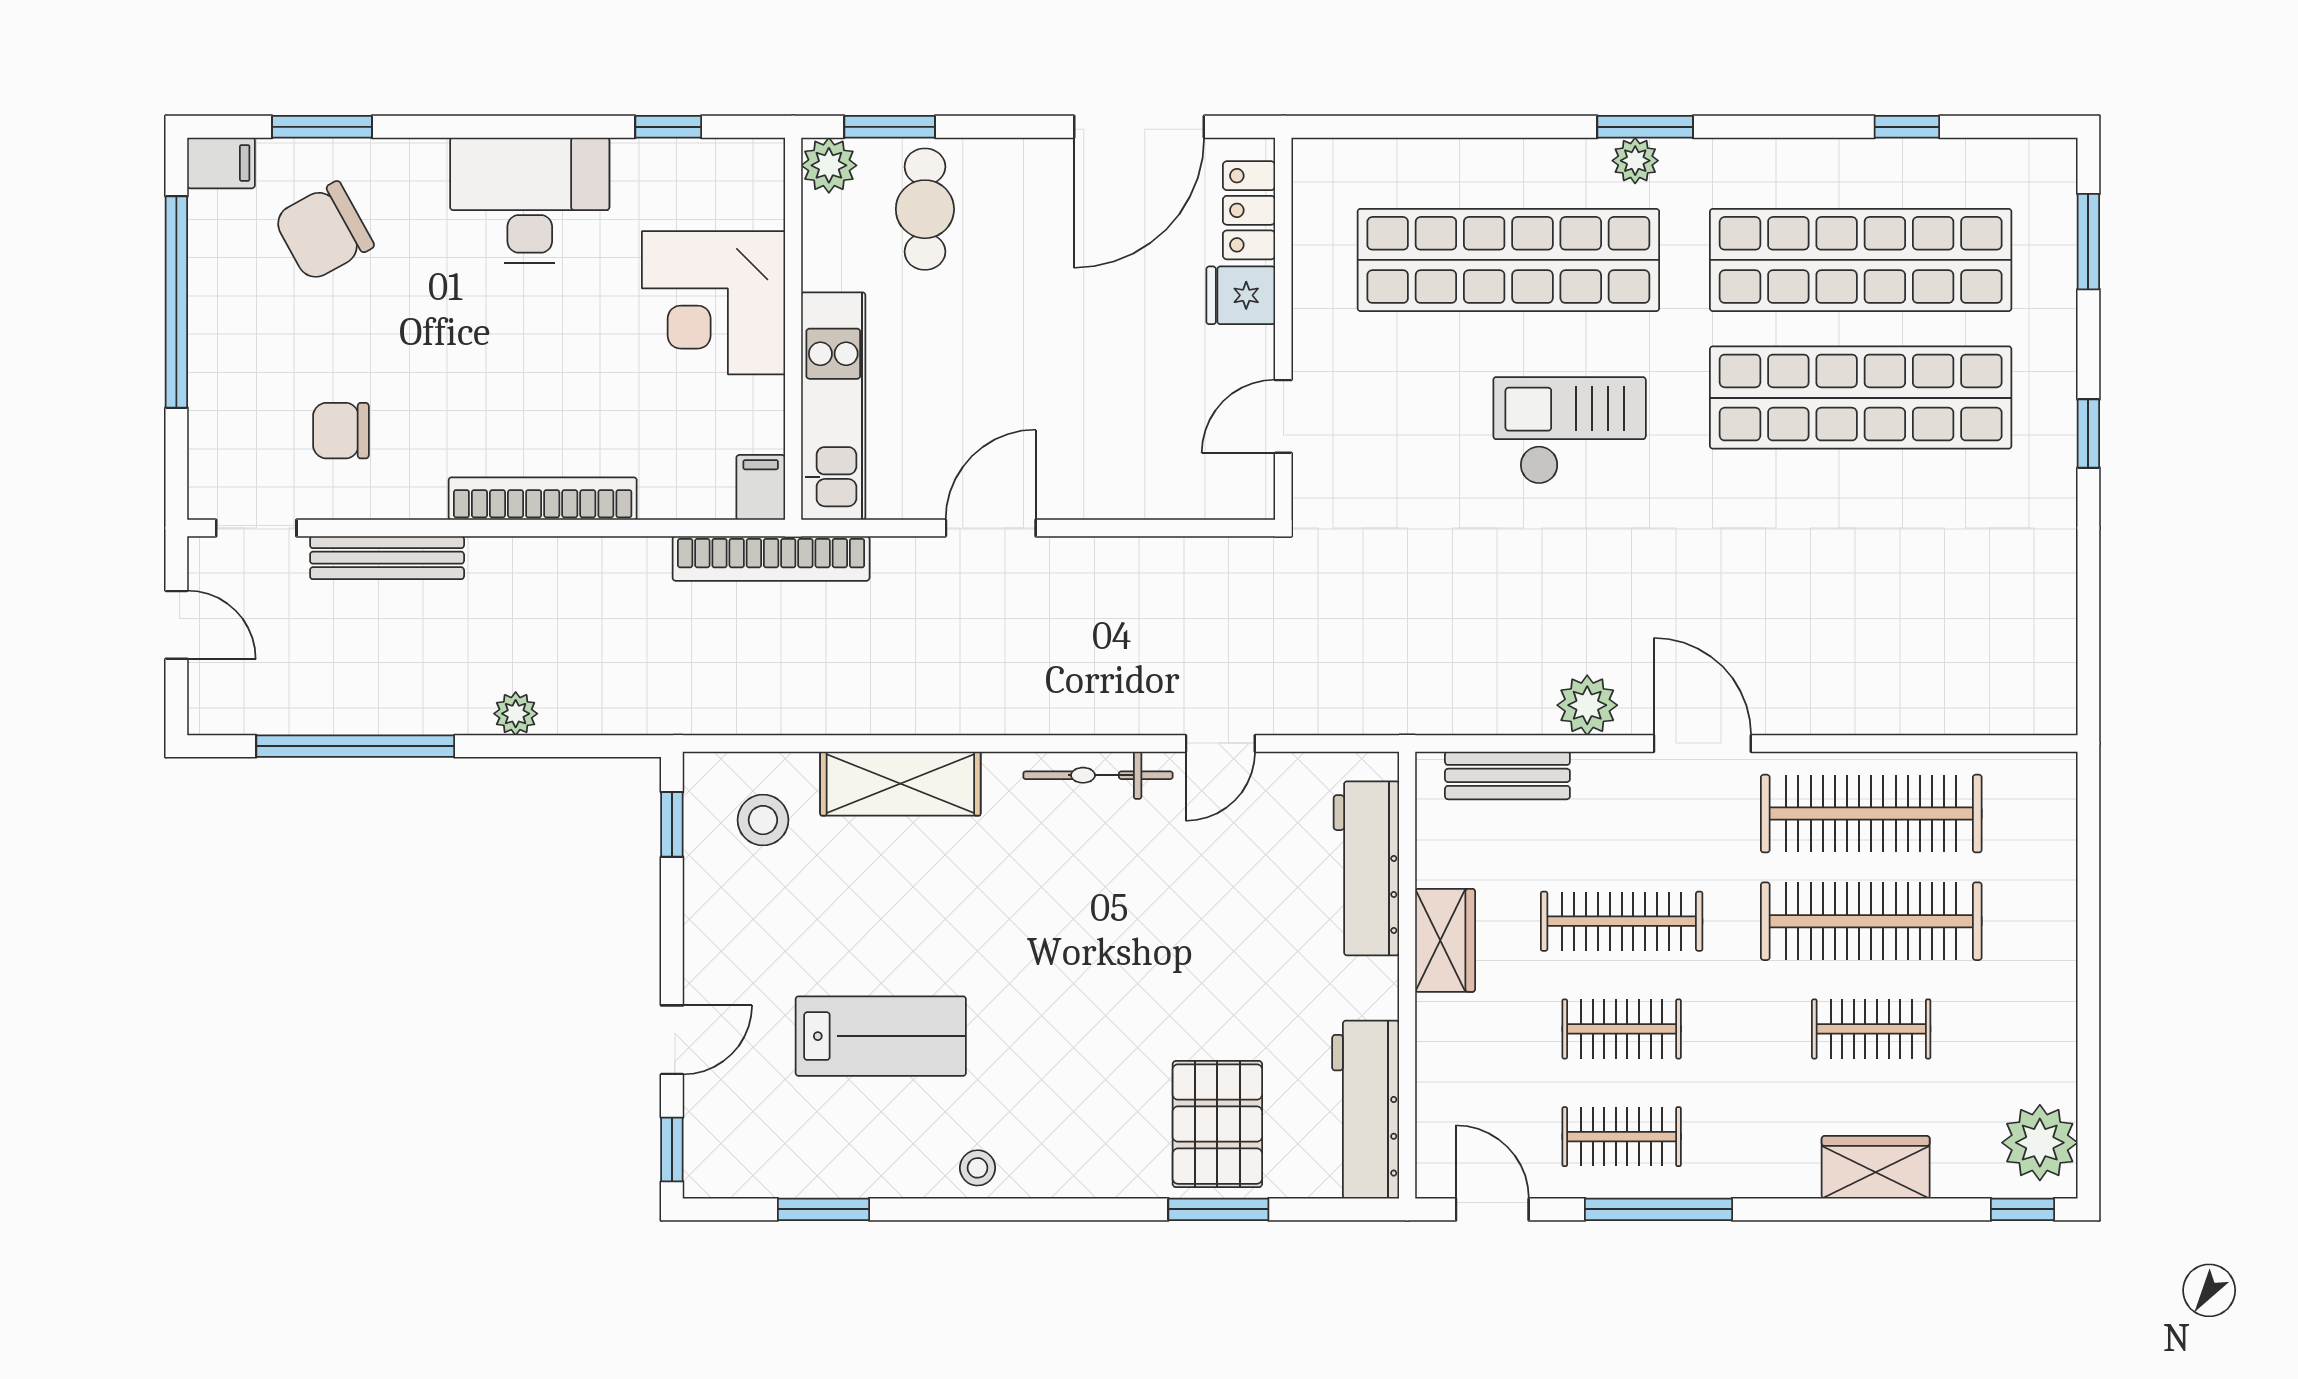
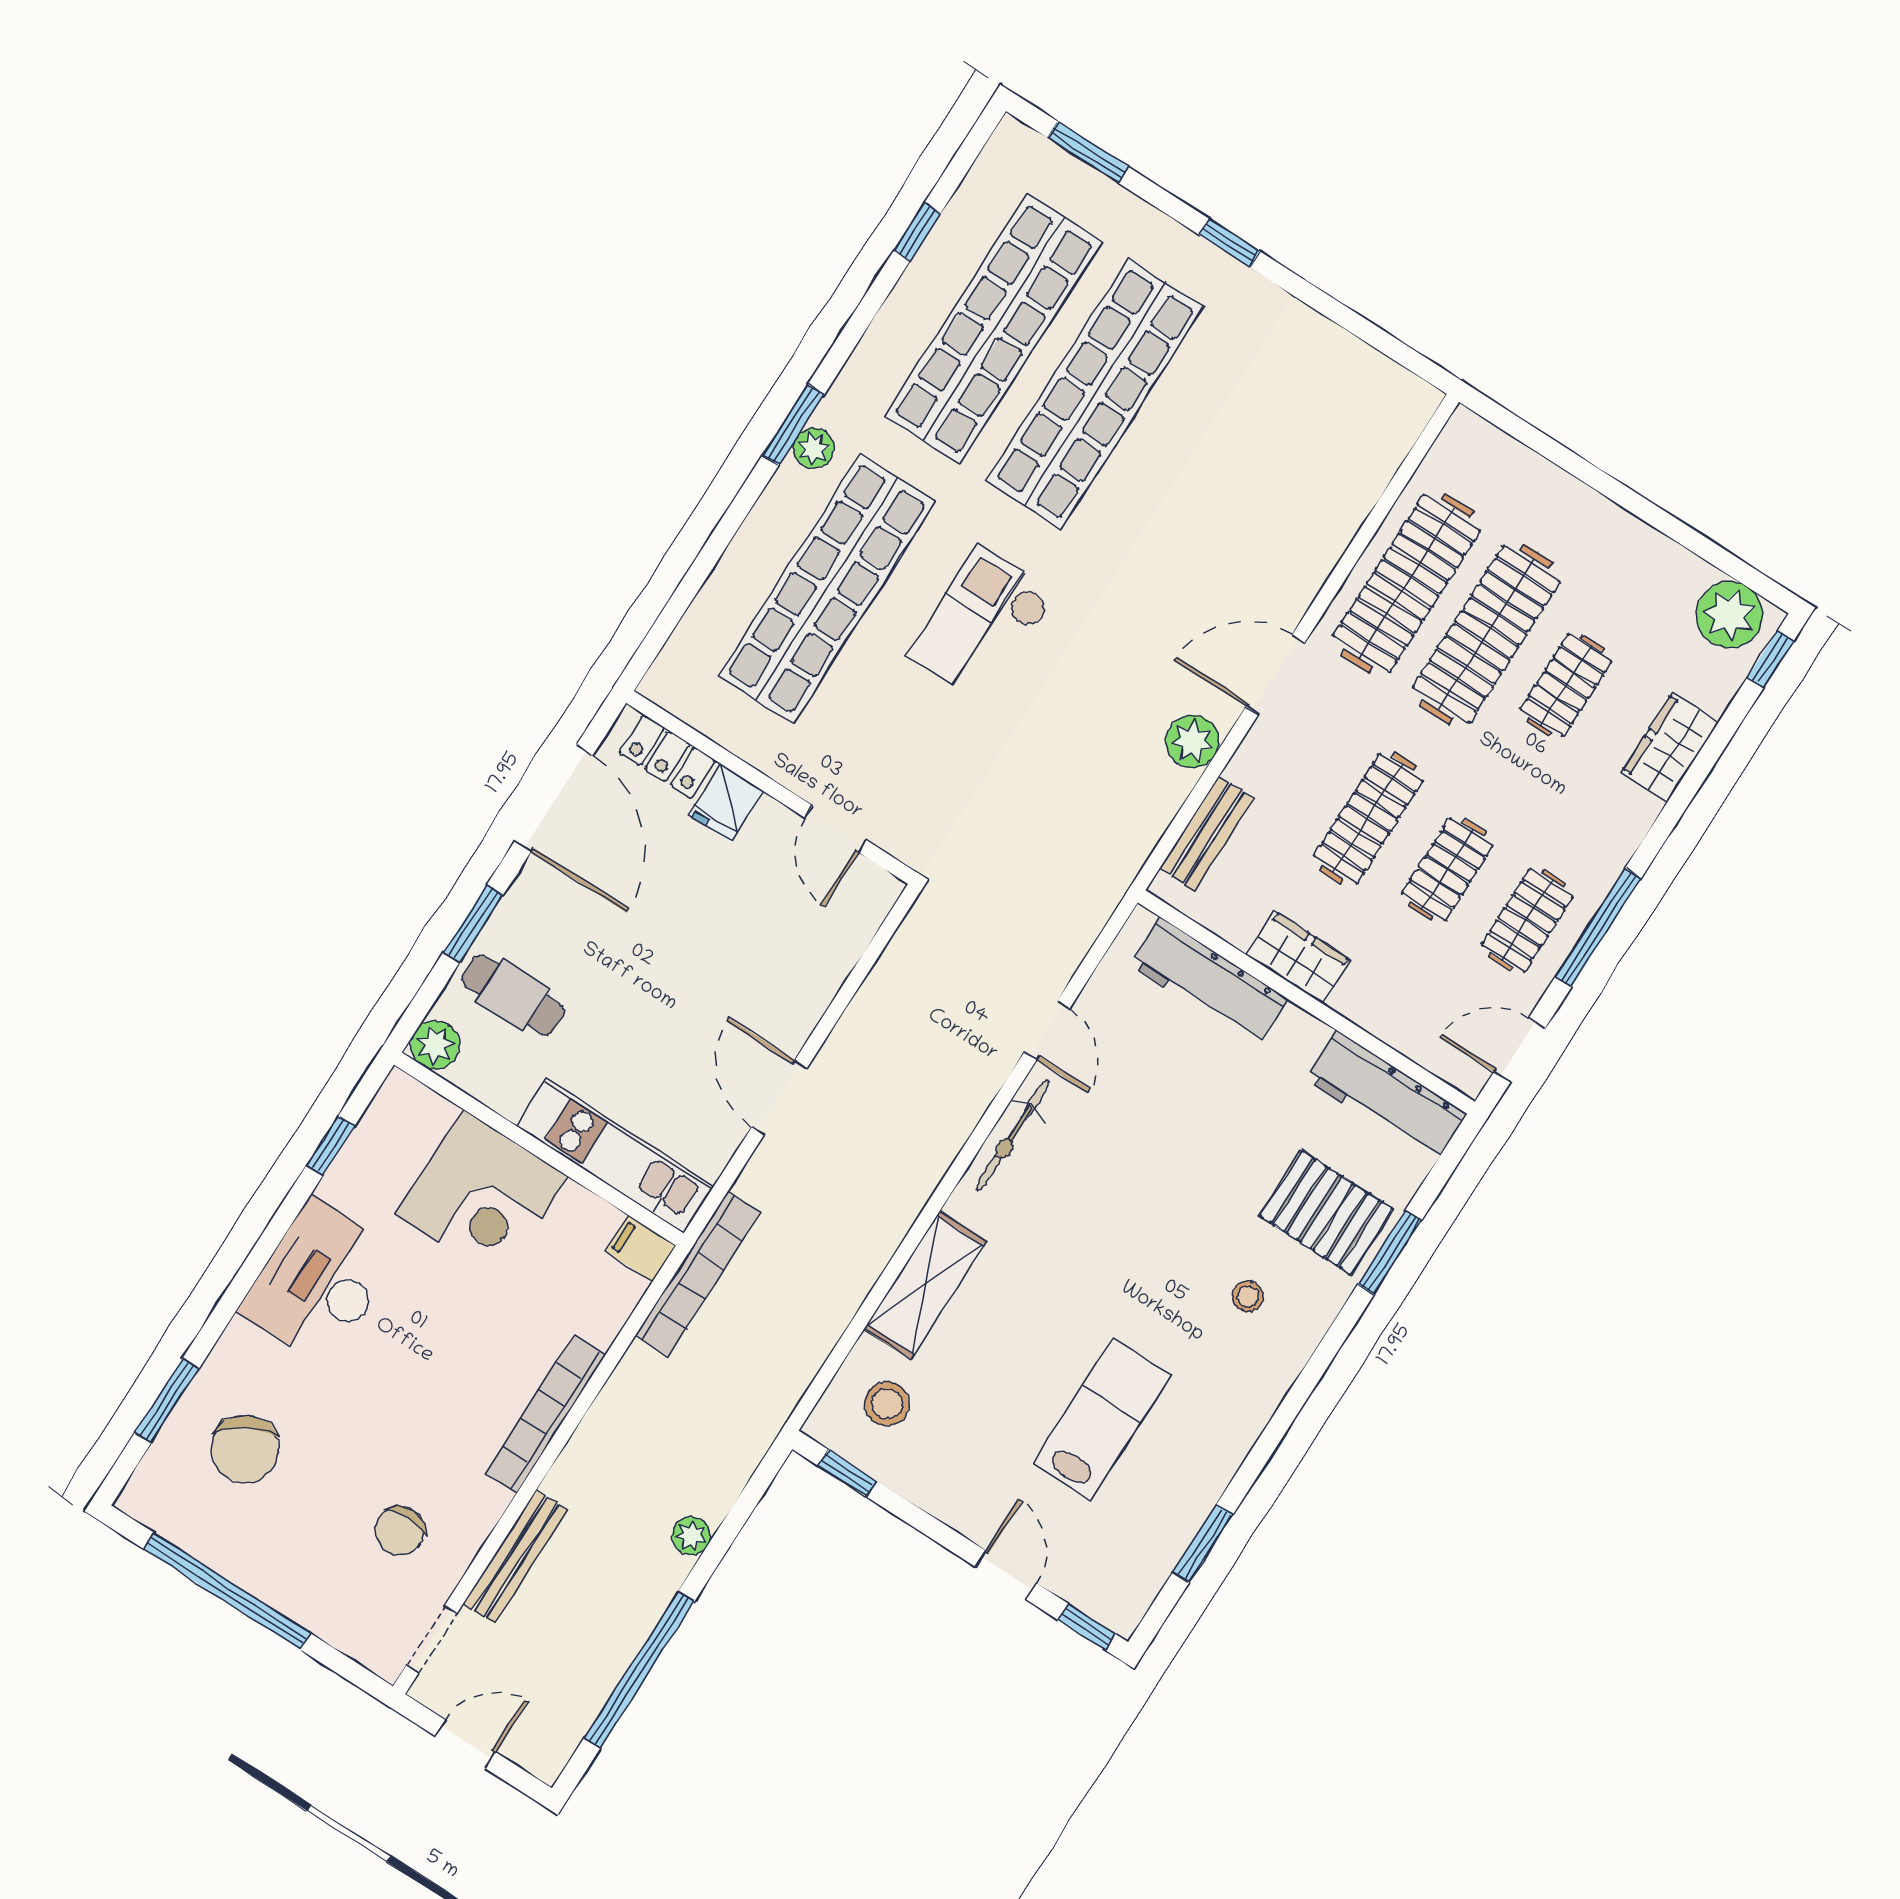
window: (890, 127) -> (473, 923), moved
filing cabinet: (221, 163) -> (146, 1492), removed
stool: (978, 1168) -> (1248, 1297), moved

